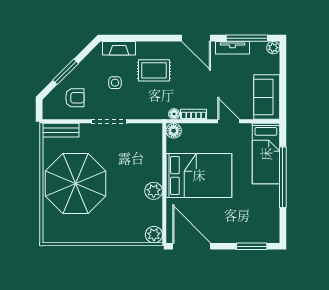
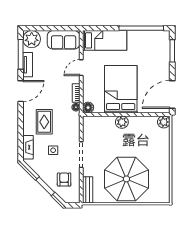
plant: (273, 48) -> (32, 39), width x1.88, depth x1.88
window: (283, 177) -> (141, 28), moved
plant: (154, 191) -> (122, 122), moved

